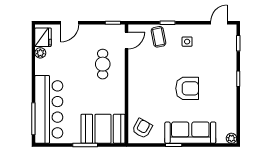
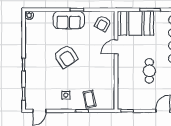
door: (126, 41) -> (116, 47), moved
cafe table: (103, 64) -> (149, 71), moved
armchair: (187, 88) -> (66, 57), turned -124
sofa: (190, 133) -> (69, 20), width x0.73

